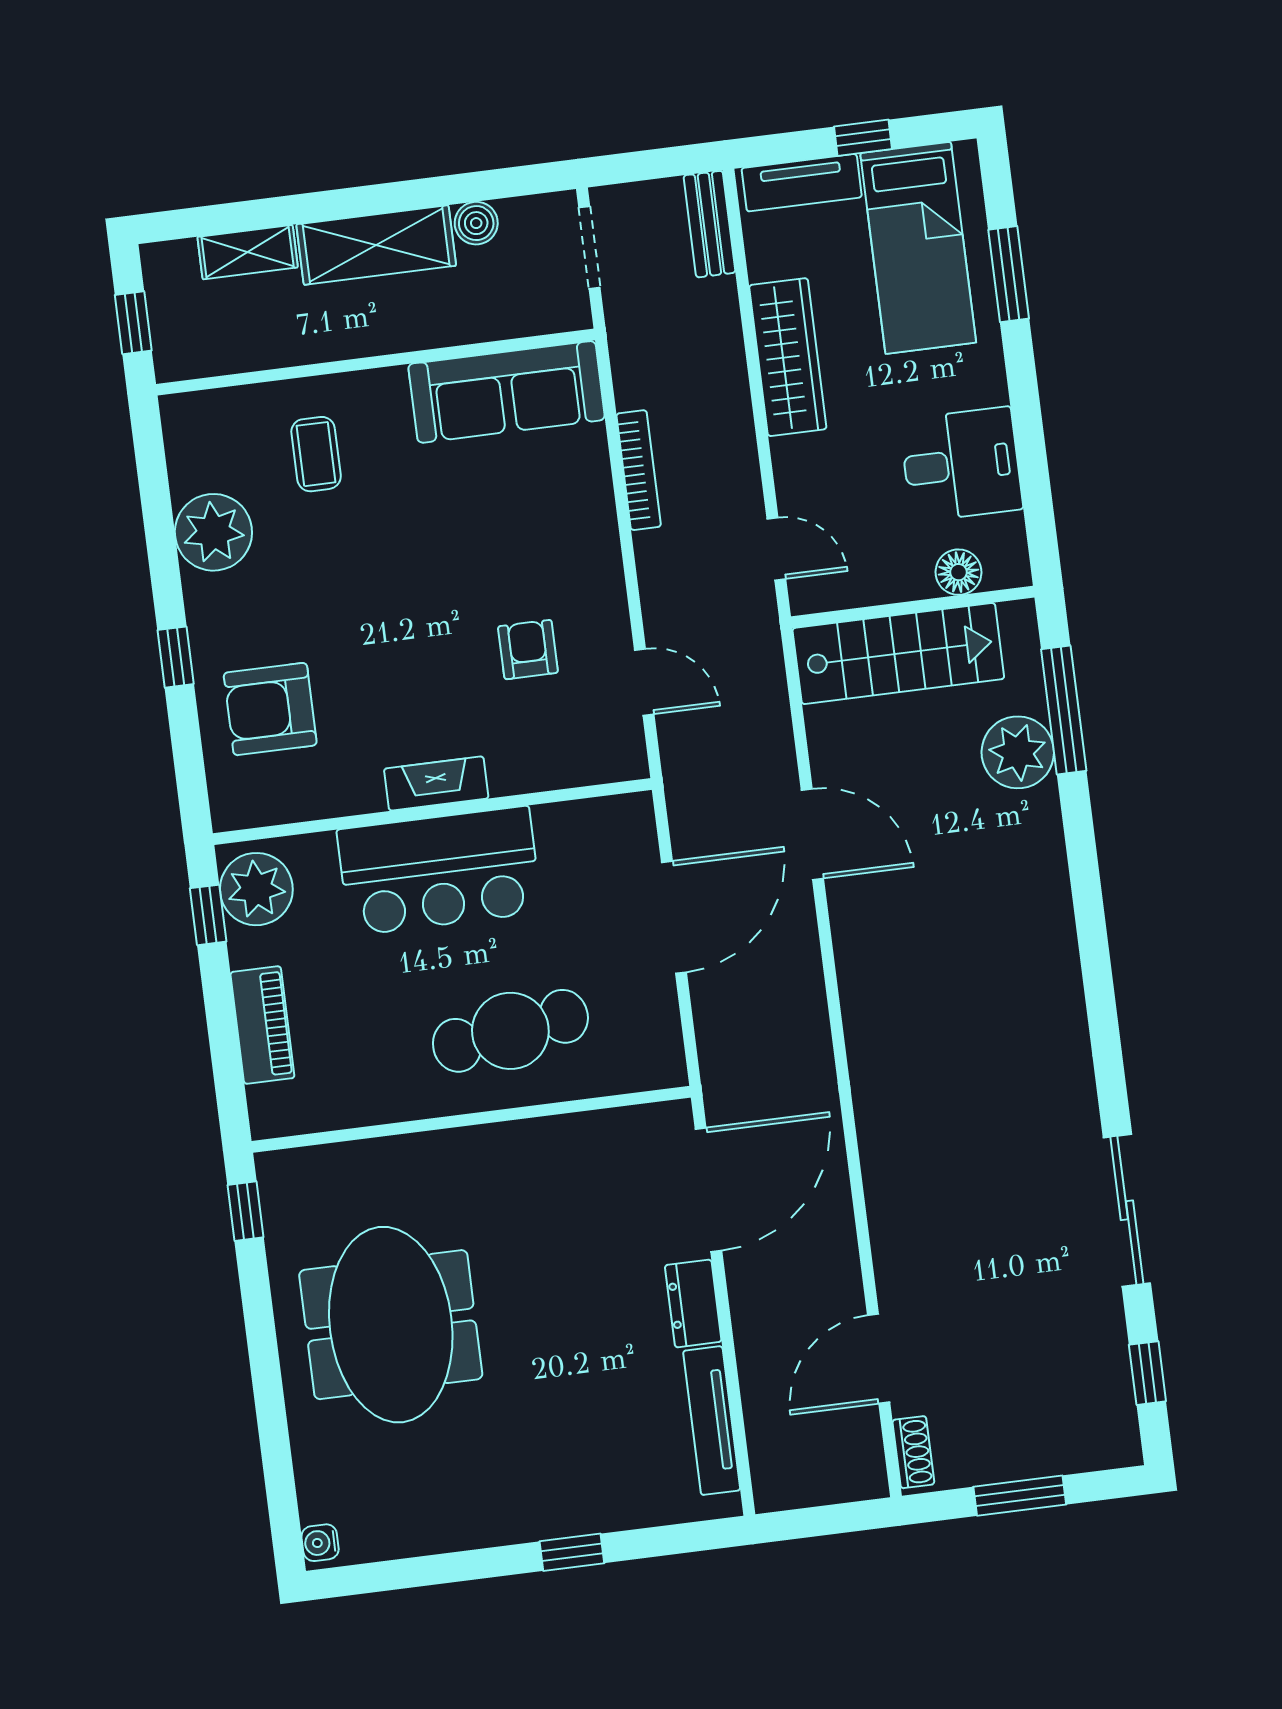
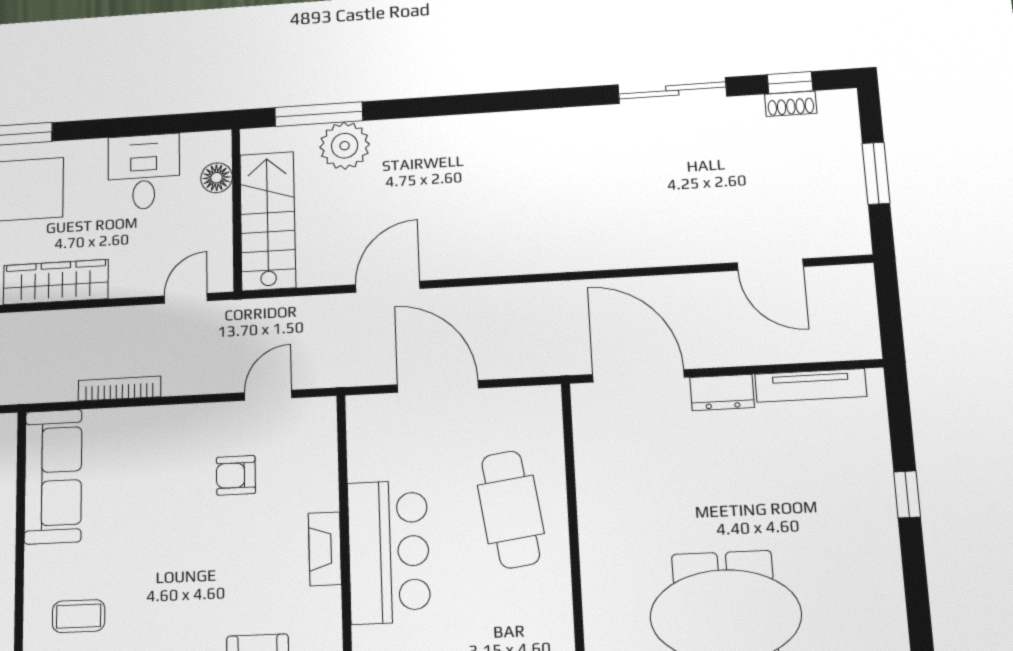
shoe rack: (913, 1452) -> (791, 104), moved, turned 180

